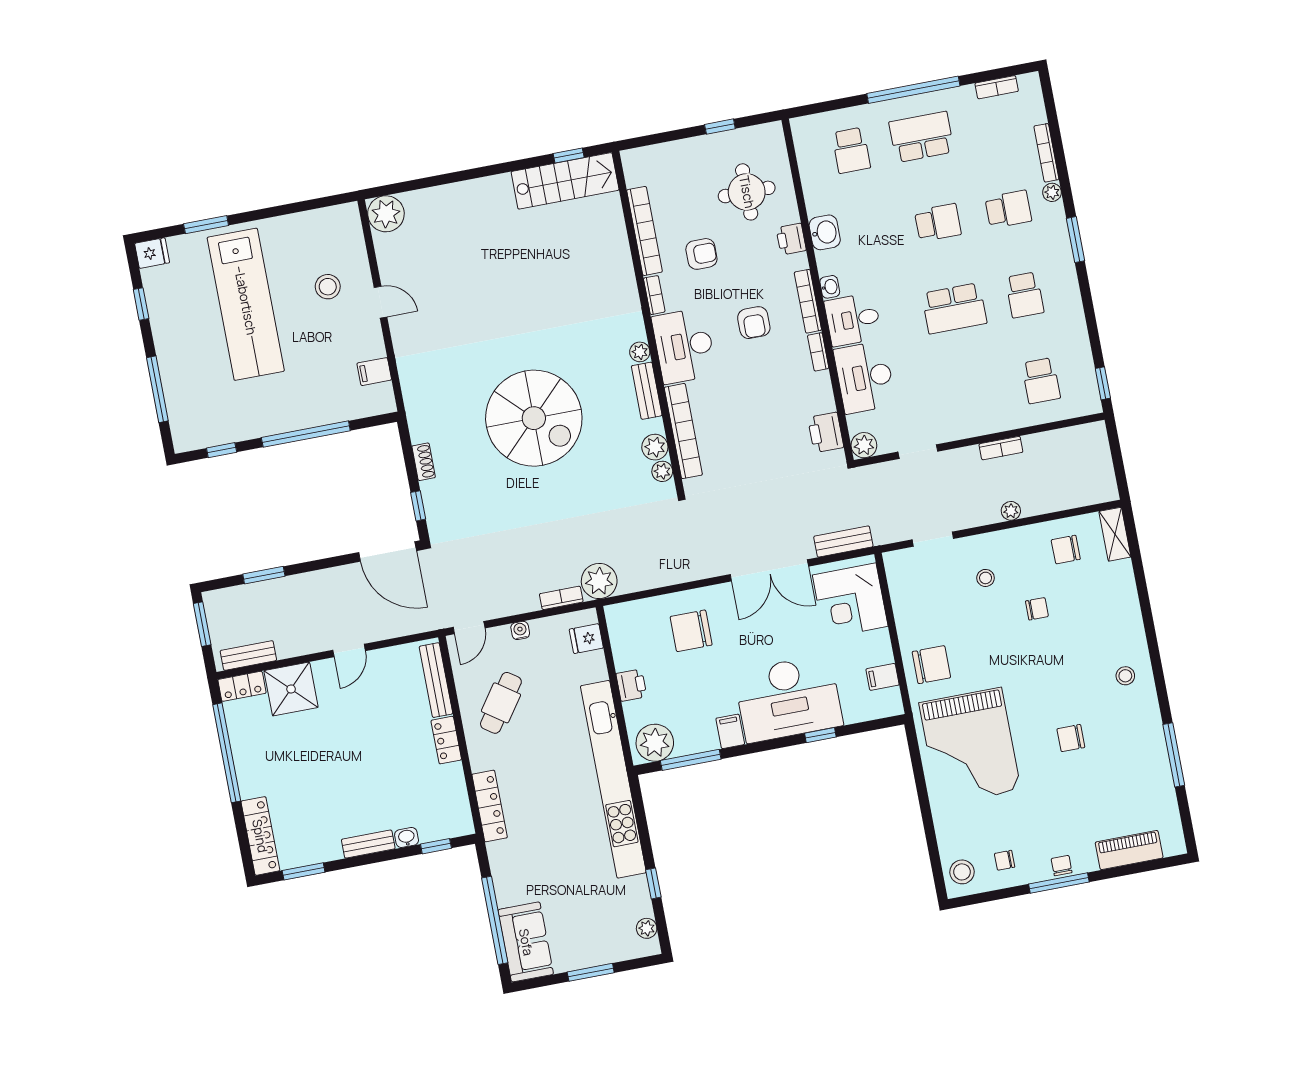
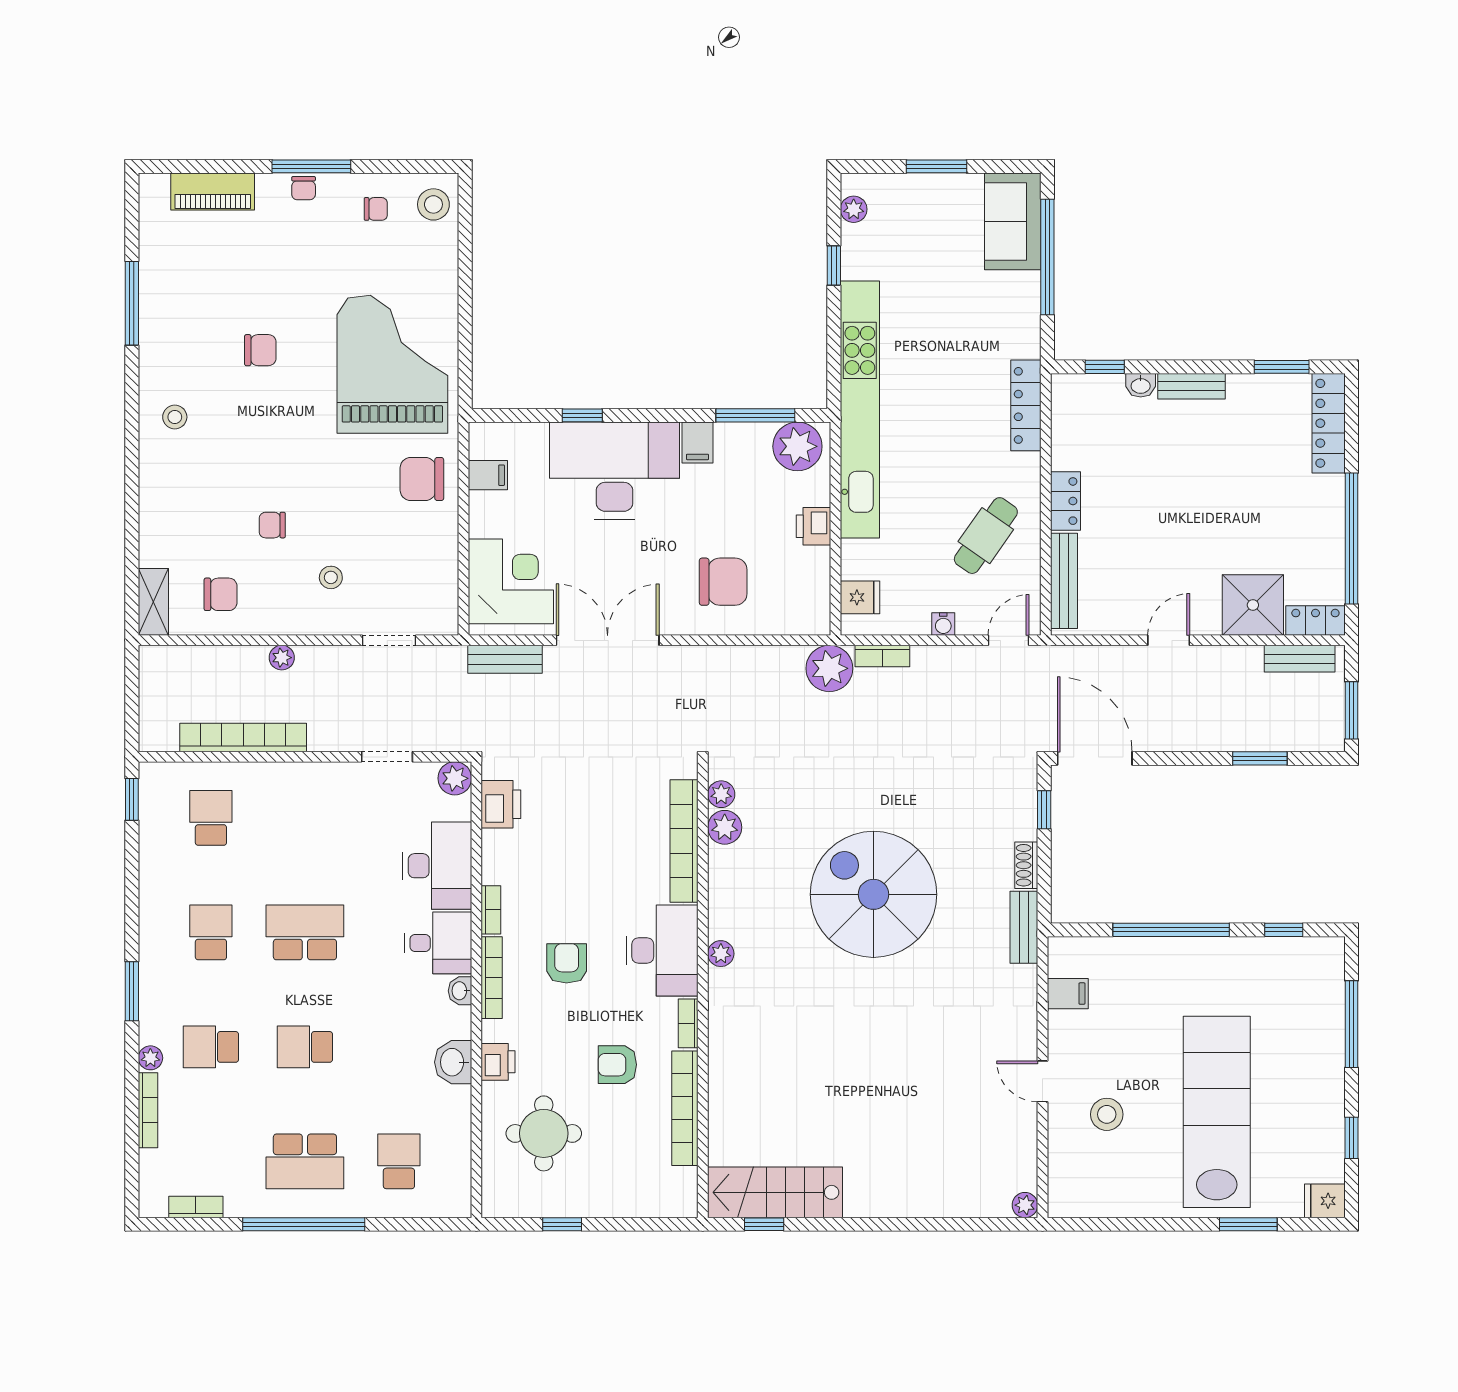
plant: (386, 214) -> (1025, 1205), width x0.53, depth x0.53
bench: (647, 391) -> (1024, 927), moved
bookcase: (1001, 448) -> (243, 738), width x2.31, depth x1.31

